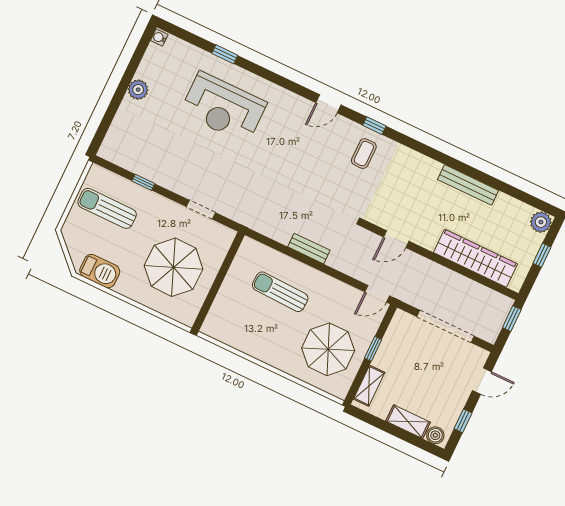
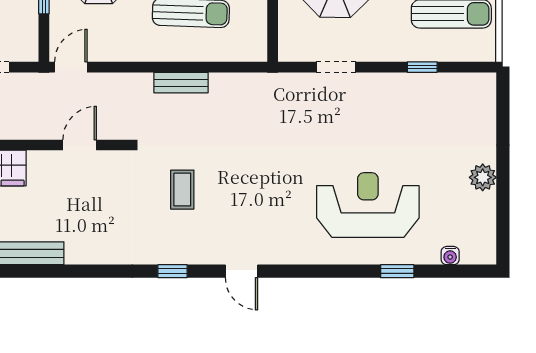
water cooler: (159, 38) -> (450, 256), moved, turned 90
door: (328, 104) -> (242, 271), swing flipped
coffee table: (364, 154) -> (182, 190), moved

